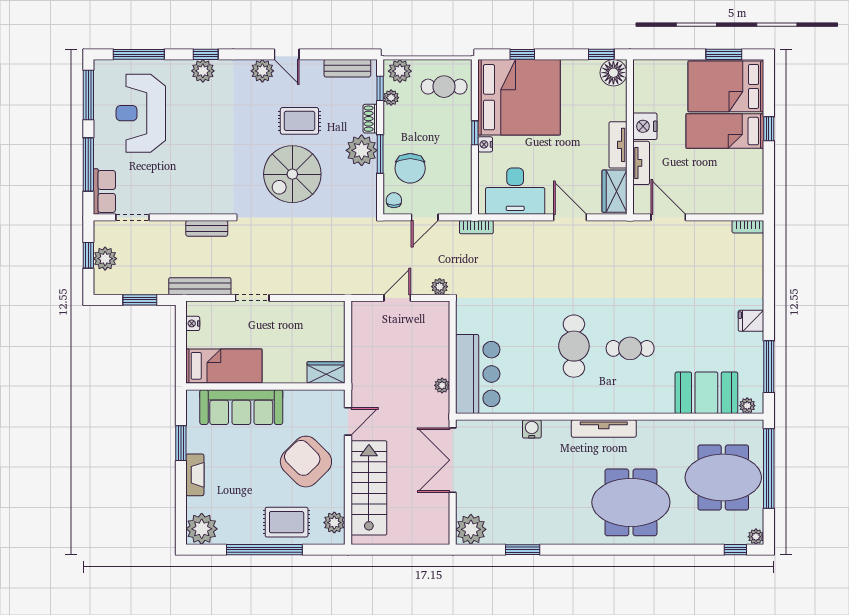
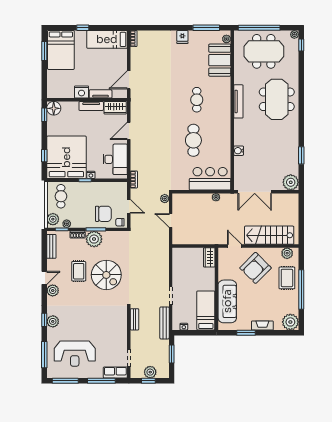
bed: (725, 131) -> (107, 39), moved, turned 90
cafe table: (574, 346) -> (193, 140), moved, turned 90
tv unit: (604, 428) -> (238, 101), moved
meeting table: (723, 478) -> (264, 51), turned 90

